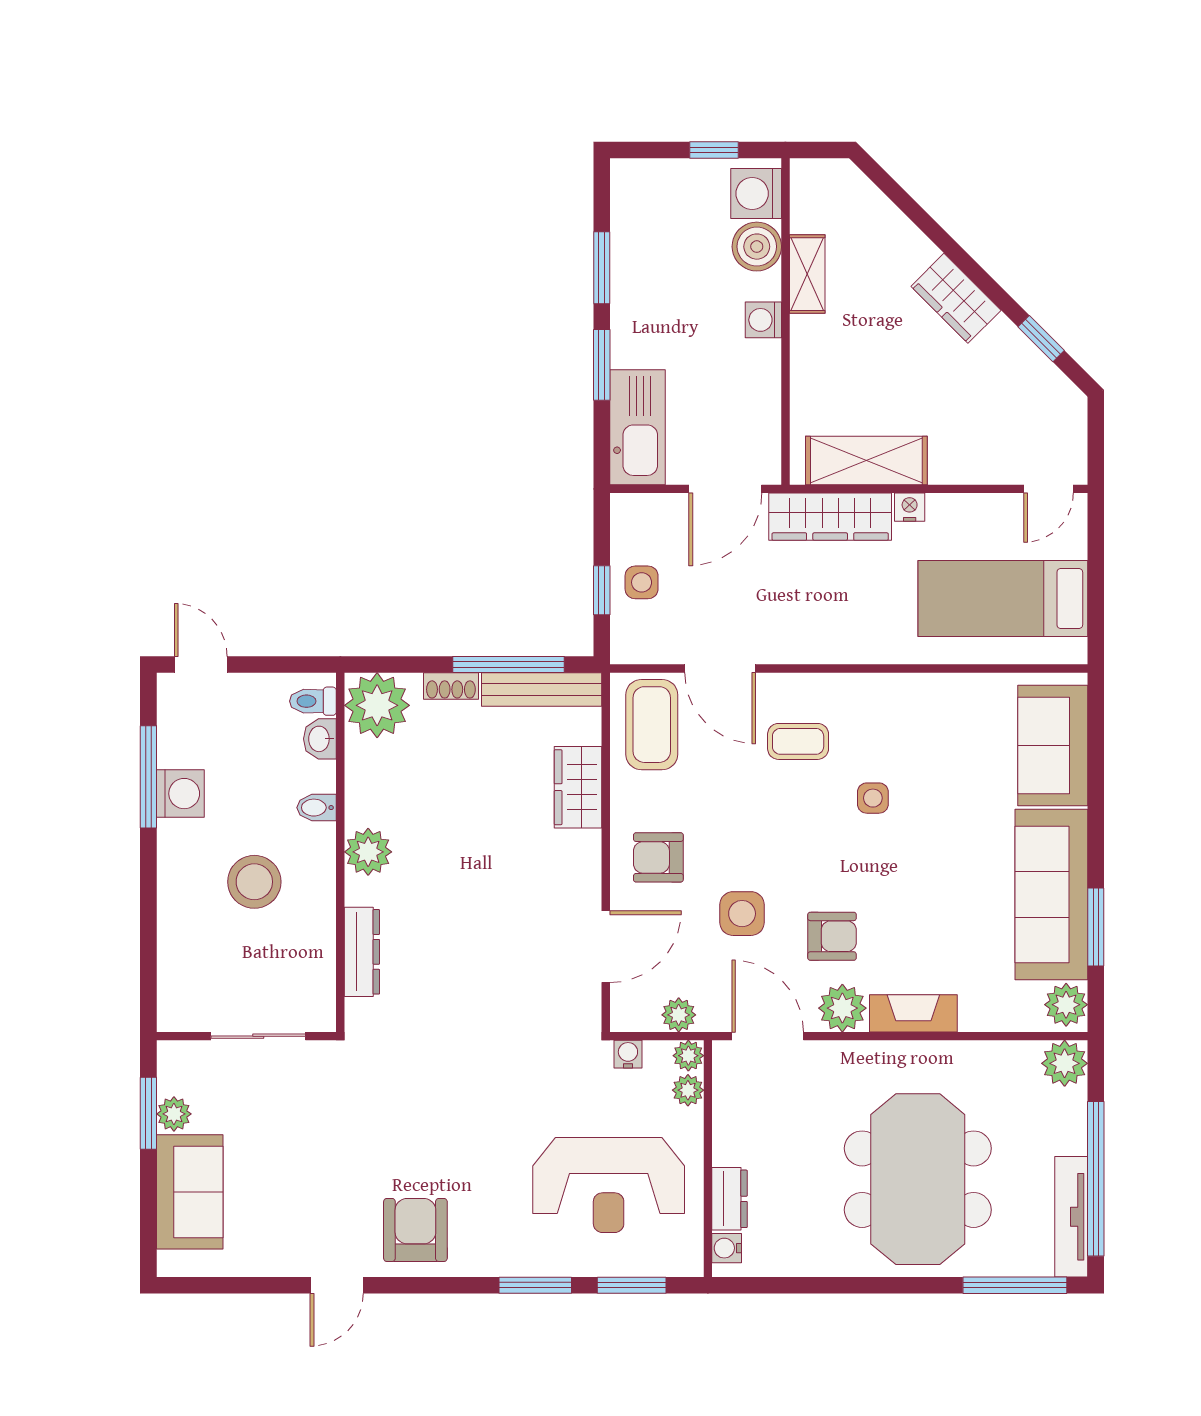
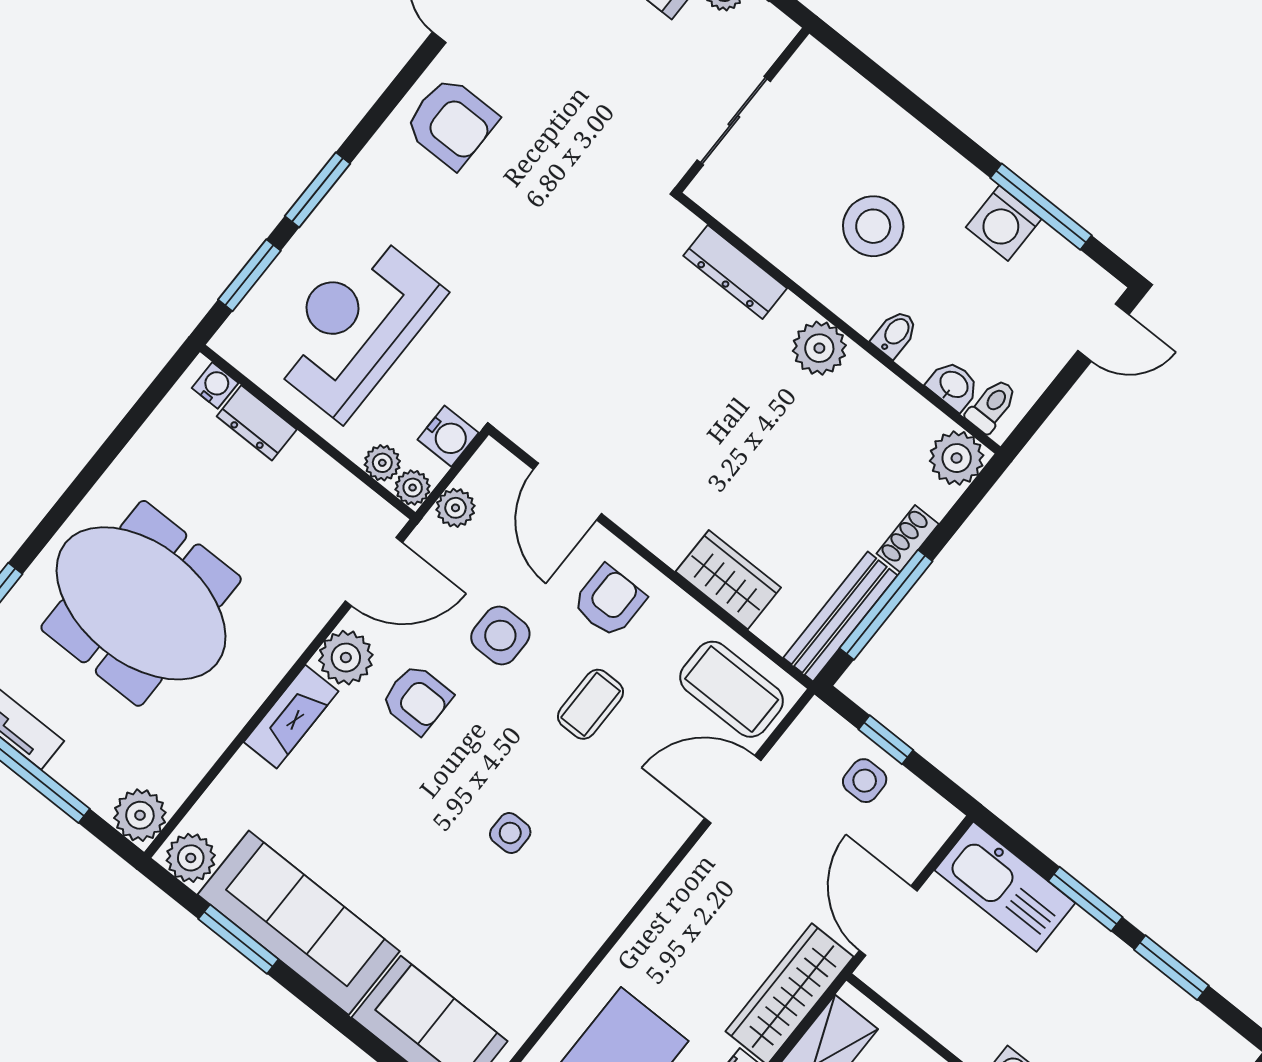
plant: (377, 705) -> (957, 458), width x0.73, depth x0.73
coffee table: (798, 741) -> (590, 704), moved
armchair: (832, 936) -> (417, 699), turned -90
water cooler: (628, 1054) -> (448, 436), width x1.38, depth x1.38

